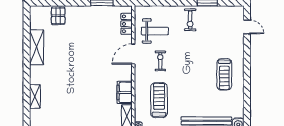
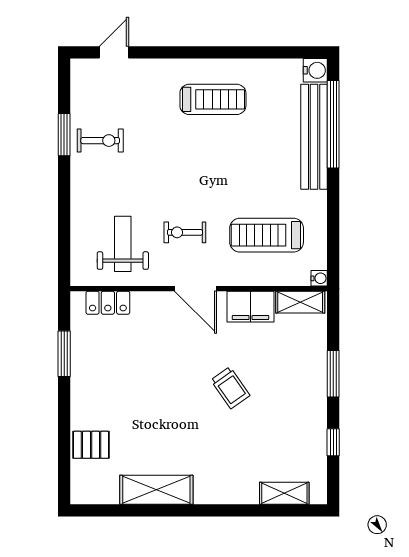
exercise bike: (190, 20) -> (100, 141), moved
door: (133, 54) -> (196, 289), moved
trolley: (86, 83) -> (230, 388), added
shelving: (35, 96) -> (284, 493), moved

